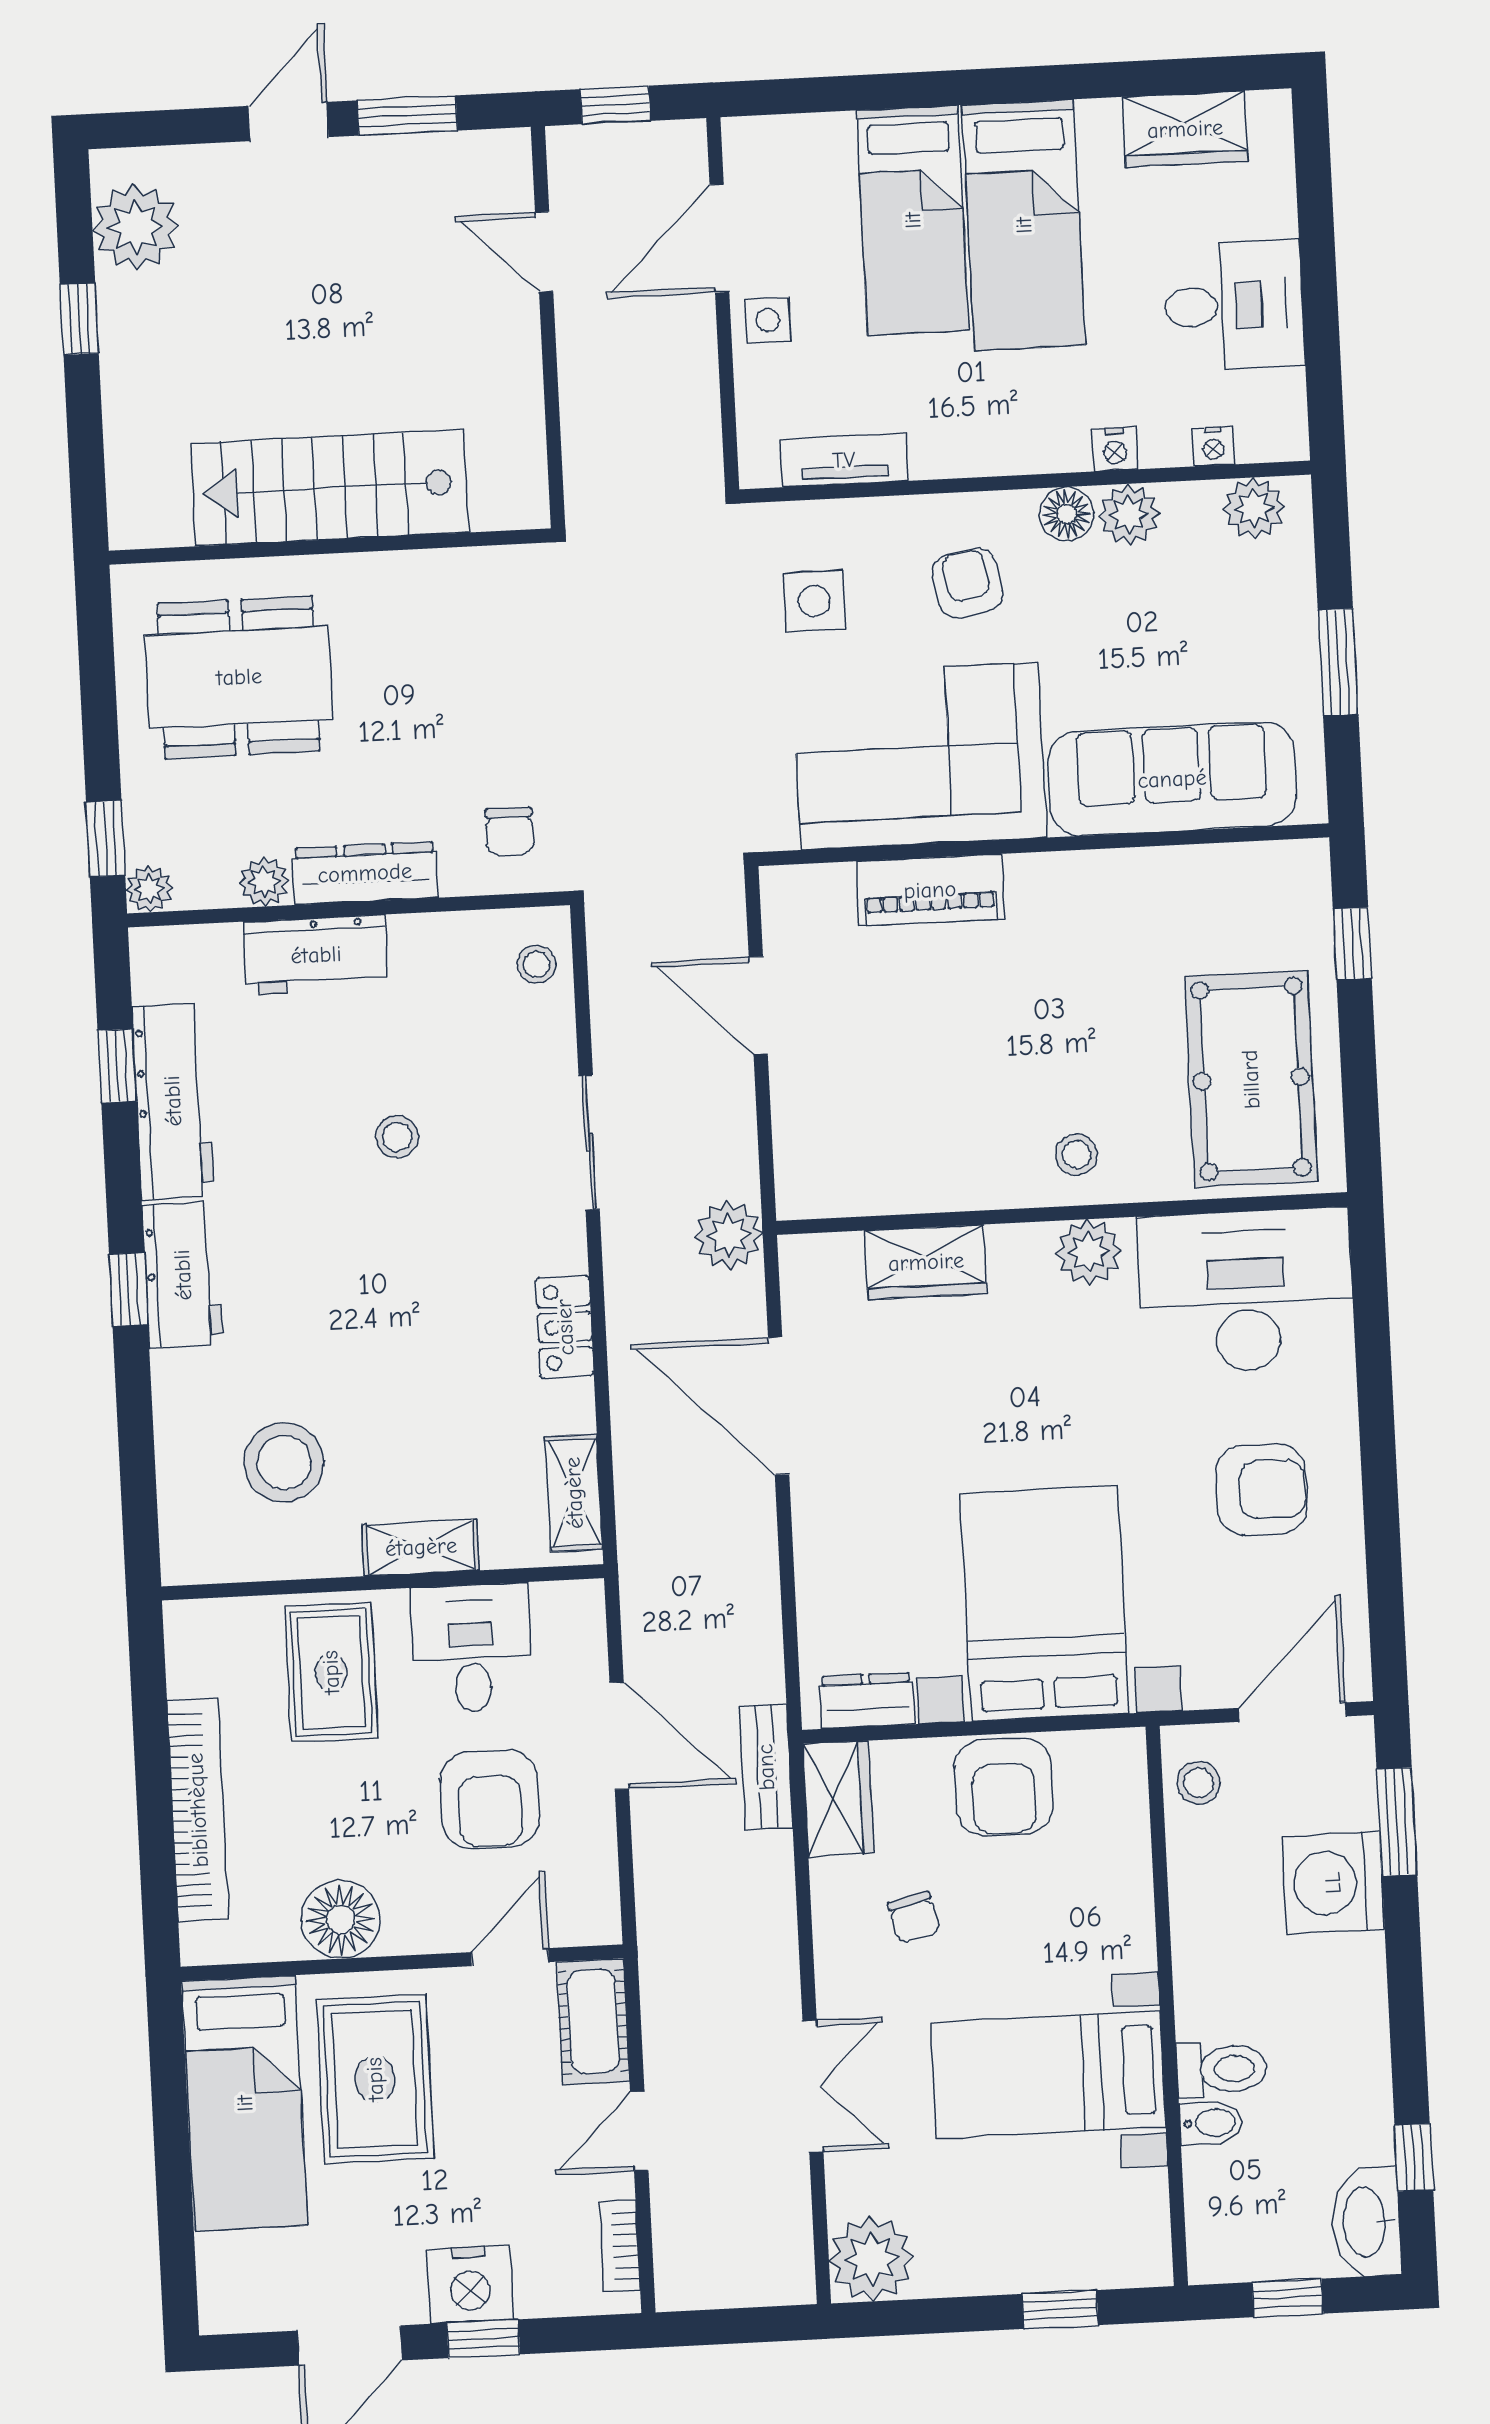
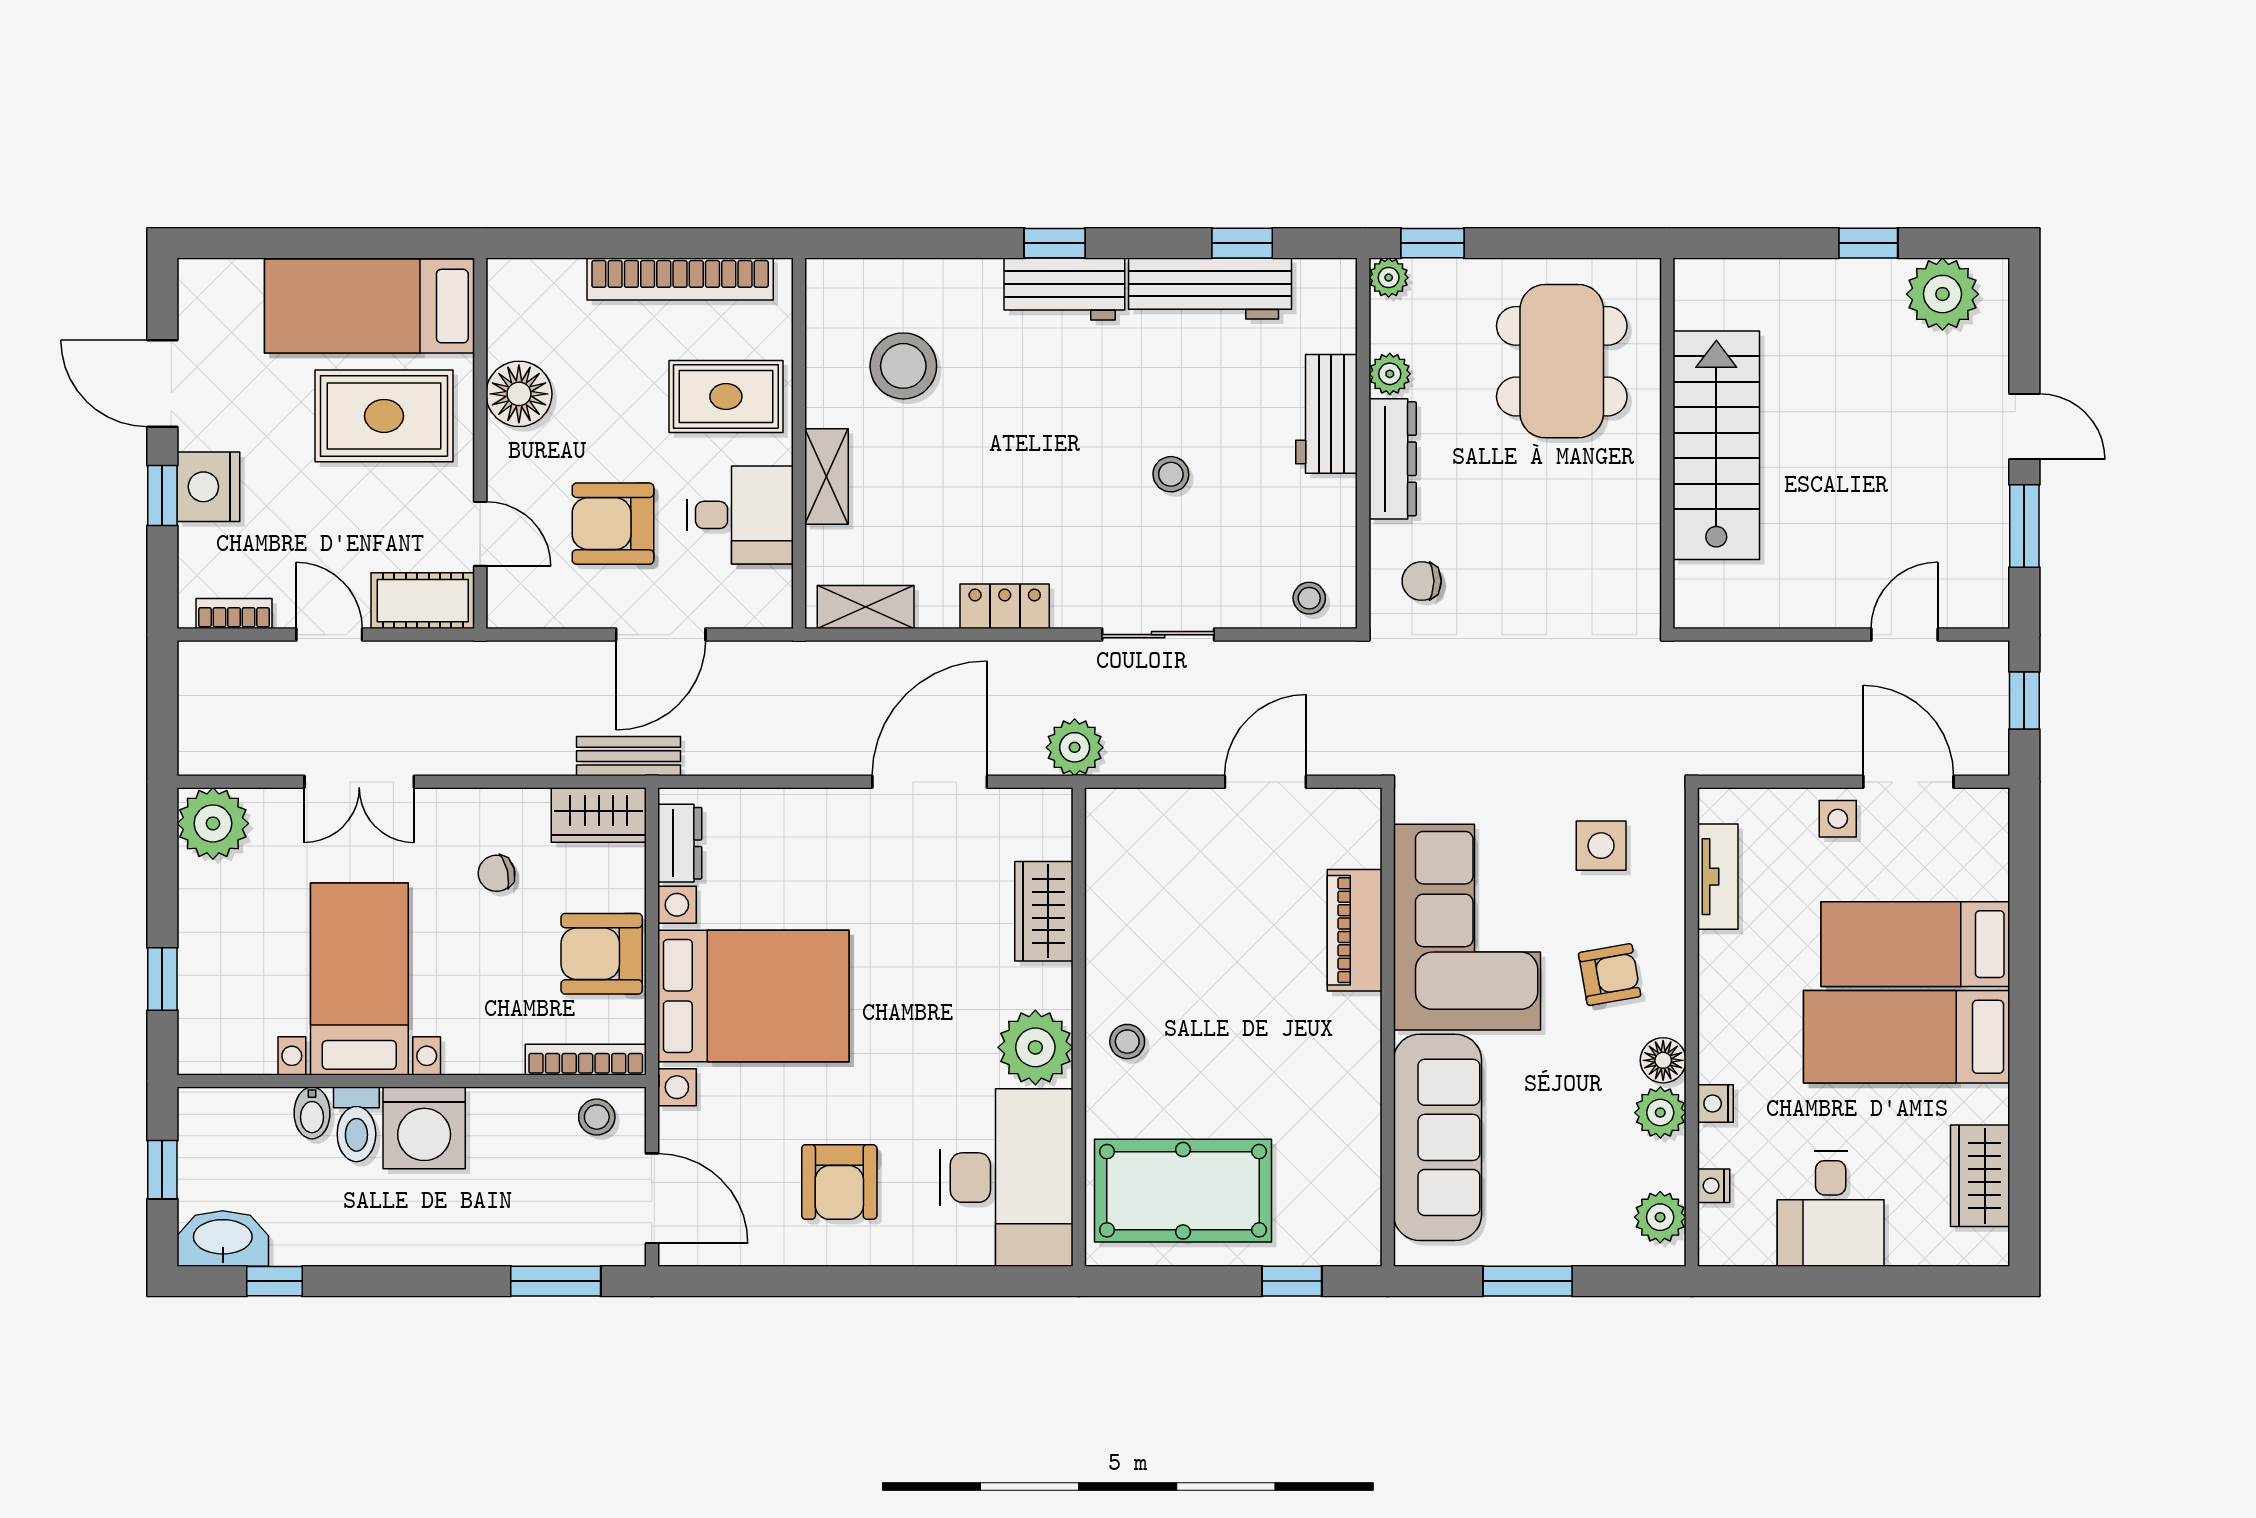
plant: (1088, 1252) -> (1035, 1047), width x1.36, depth x1.36
bookcase: (1131, 1800) -> (586, 1060), added
bookcase: (198, 1810) -> (680, 279), moved
washing machine: (1333, 1883) -> (424, 1128), moved, turned 180

